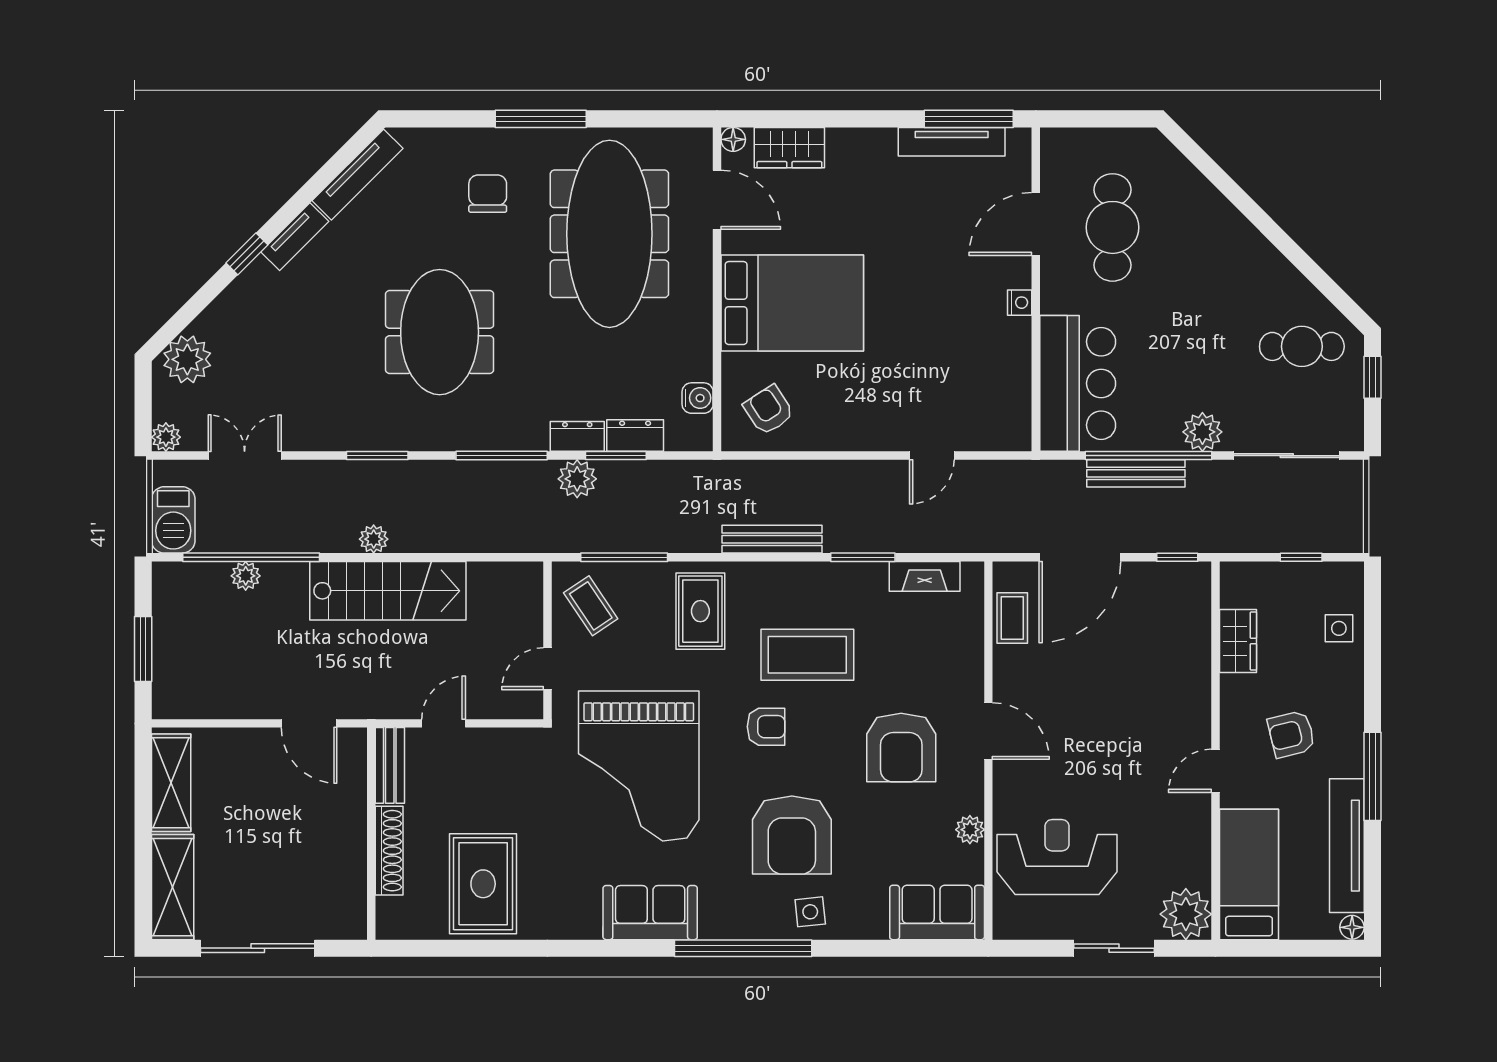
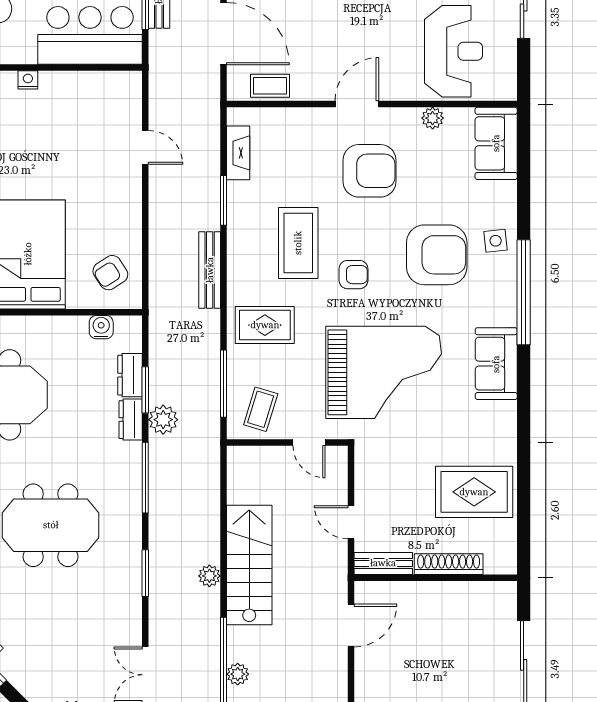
coffee table: (591, 606) -> (261, 409), turned -39
armchair: (766, 727) -> (353, 275), turned 90
reception desk: (1057, 857) -> (454, 51), turned 180

